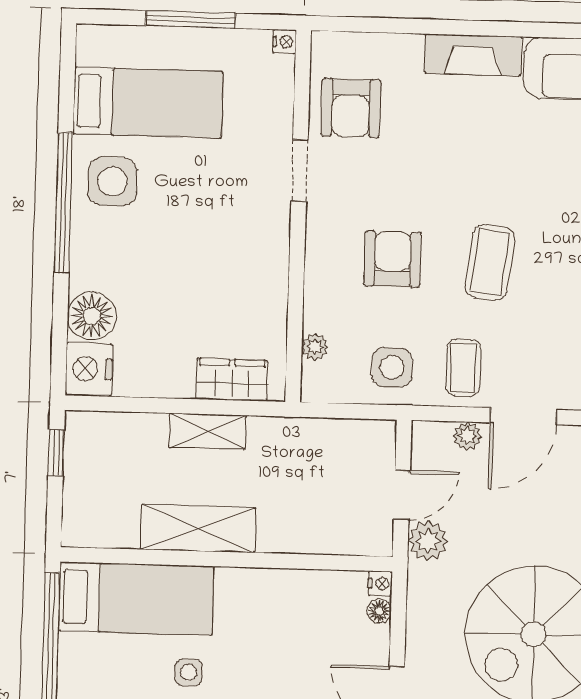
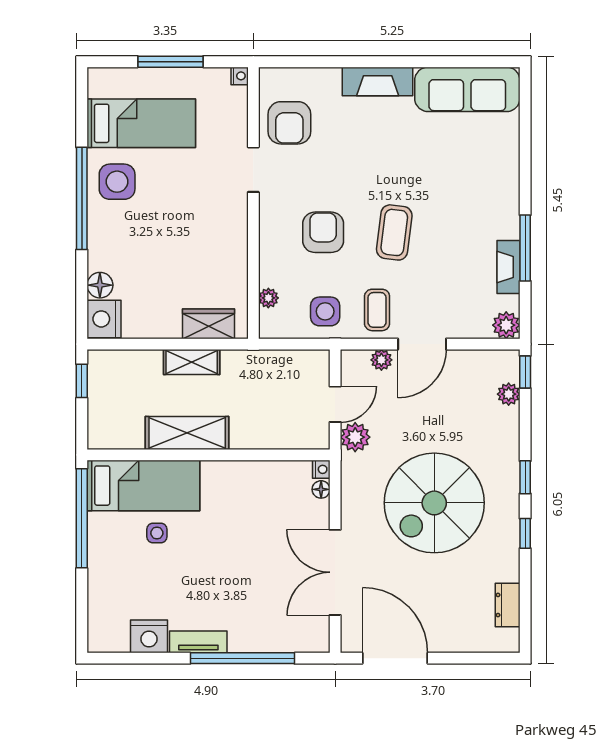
floor lamp: (92, 316) -> (100, 285), width x0.73, depth x0.73
side table: (189, 672) -> (157, 533), moved

